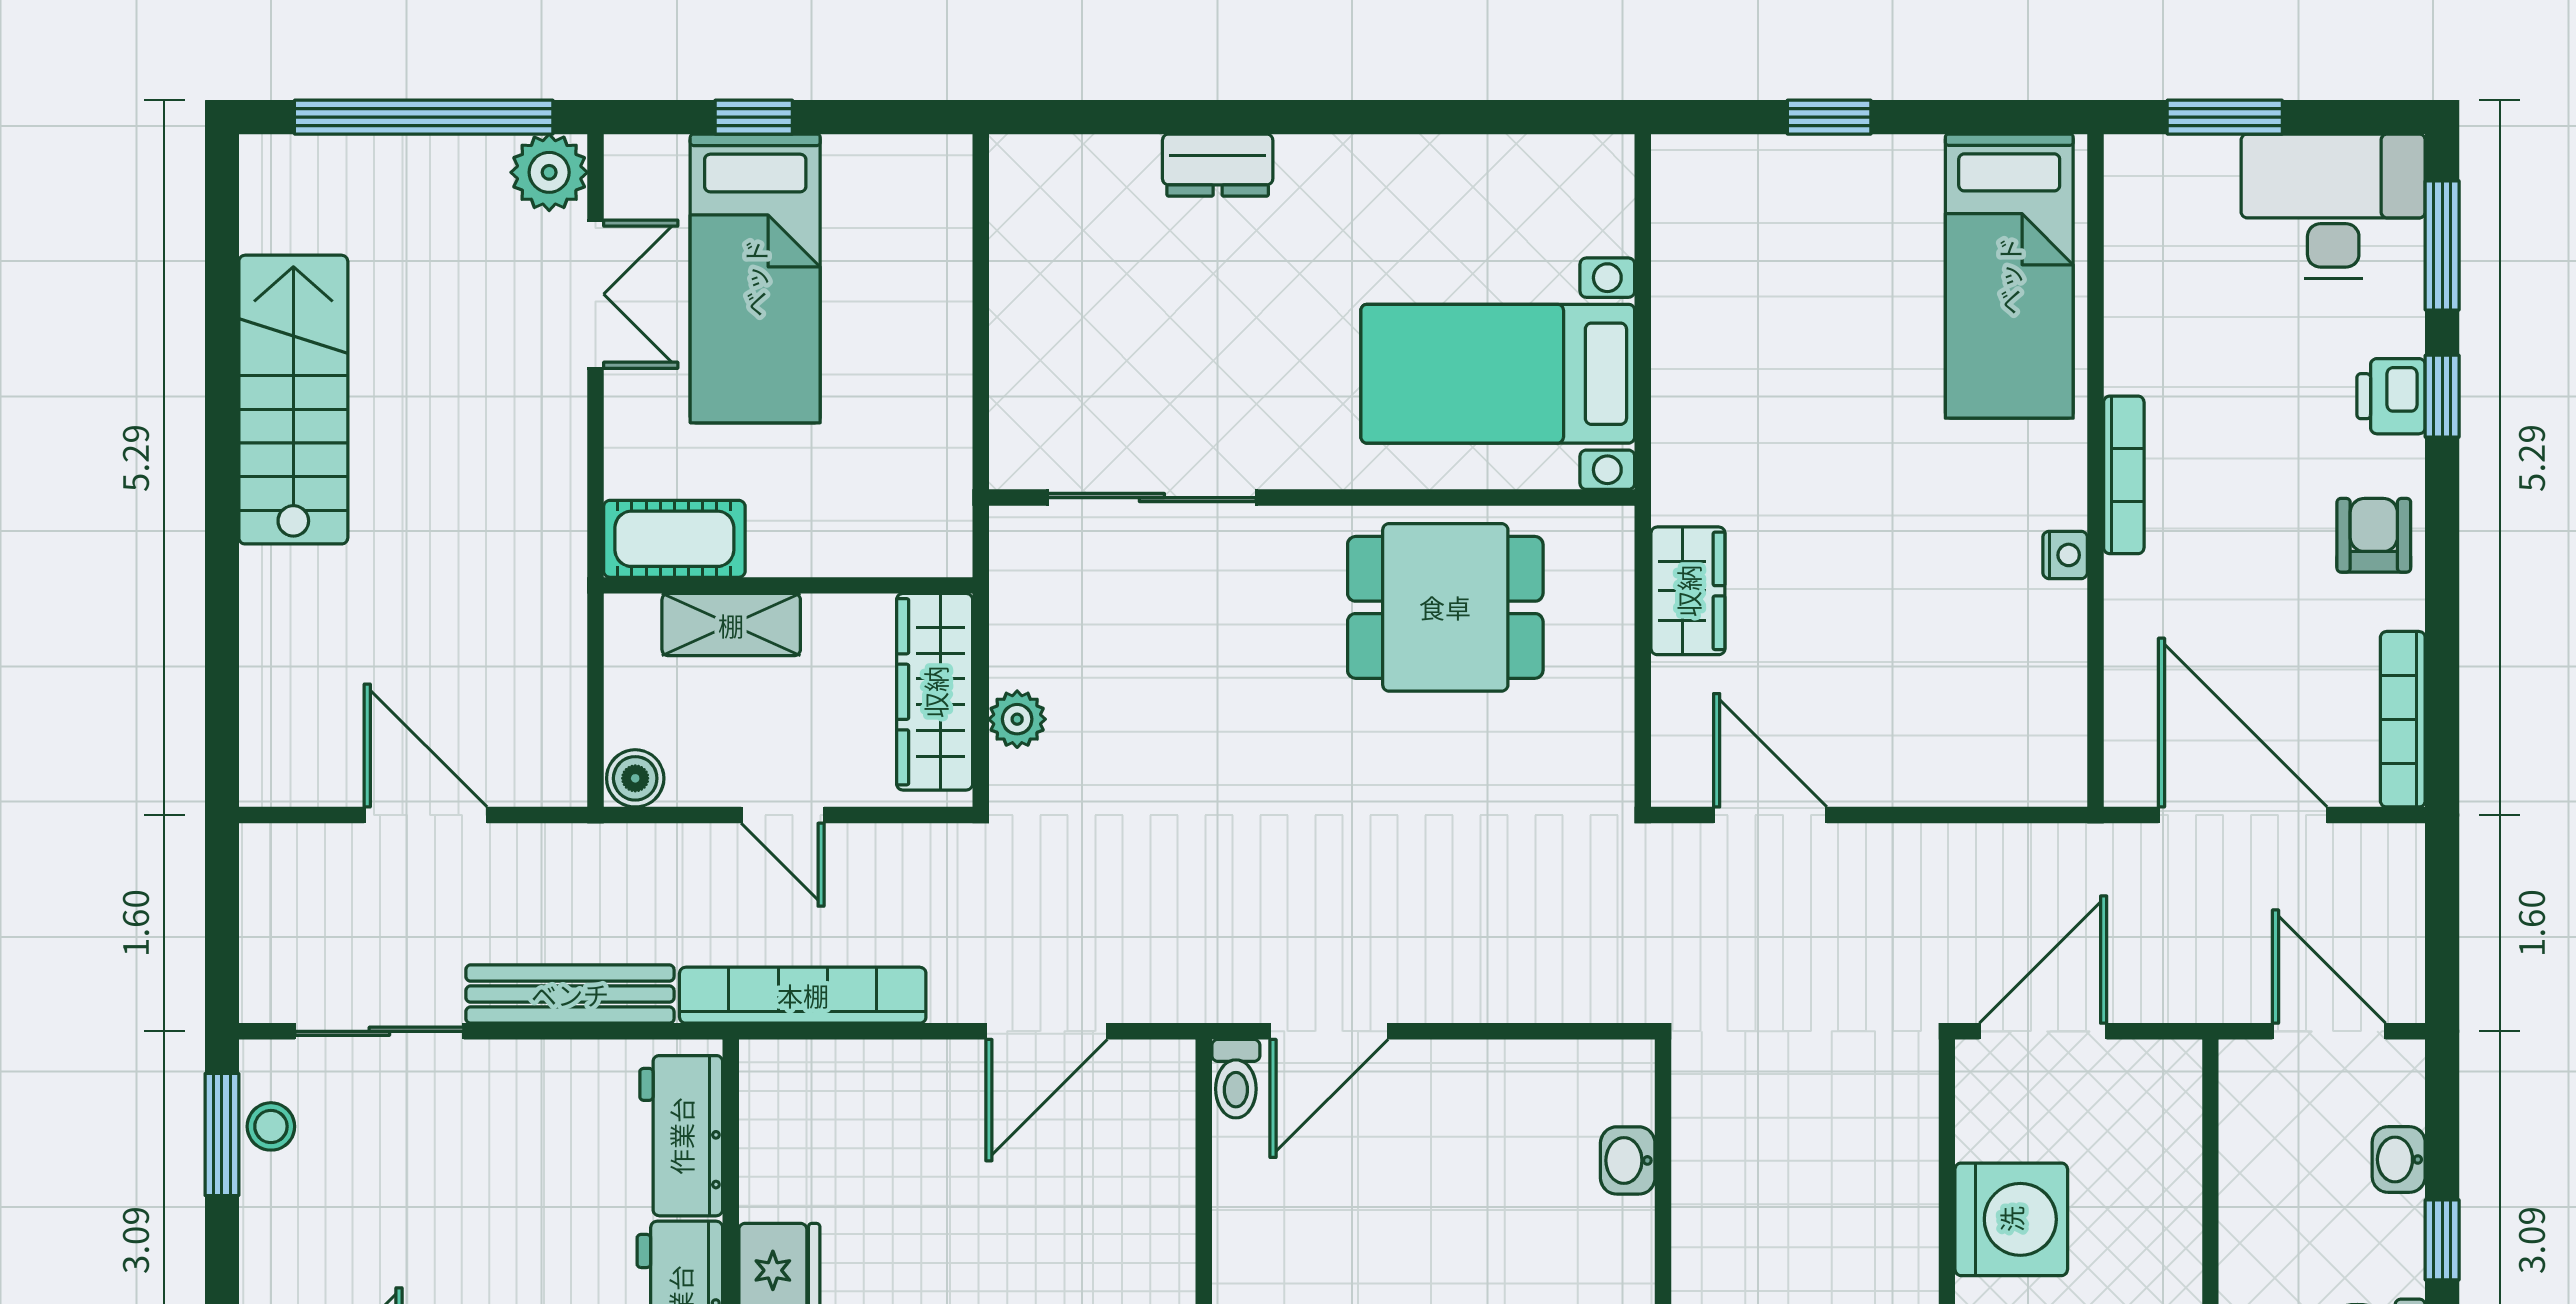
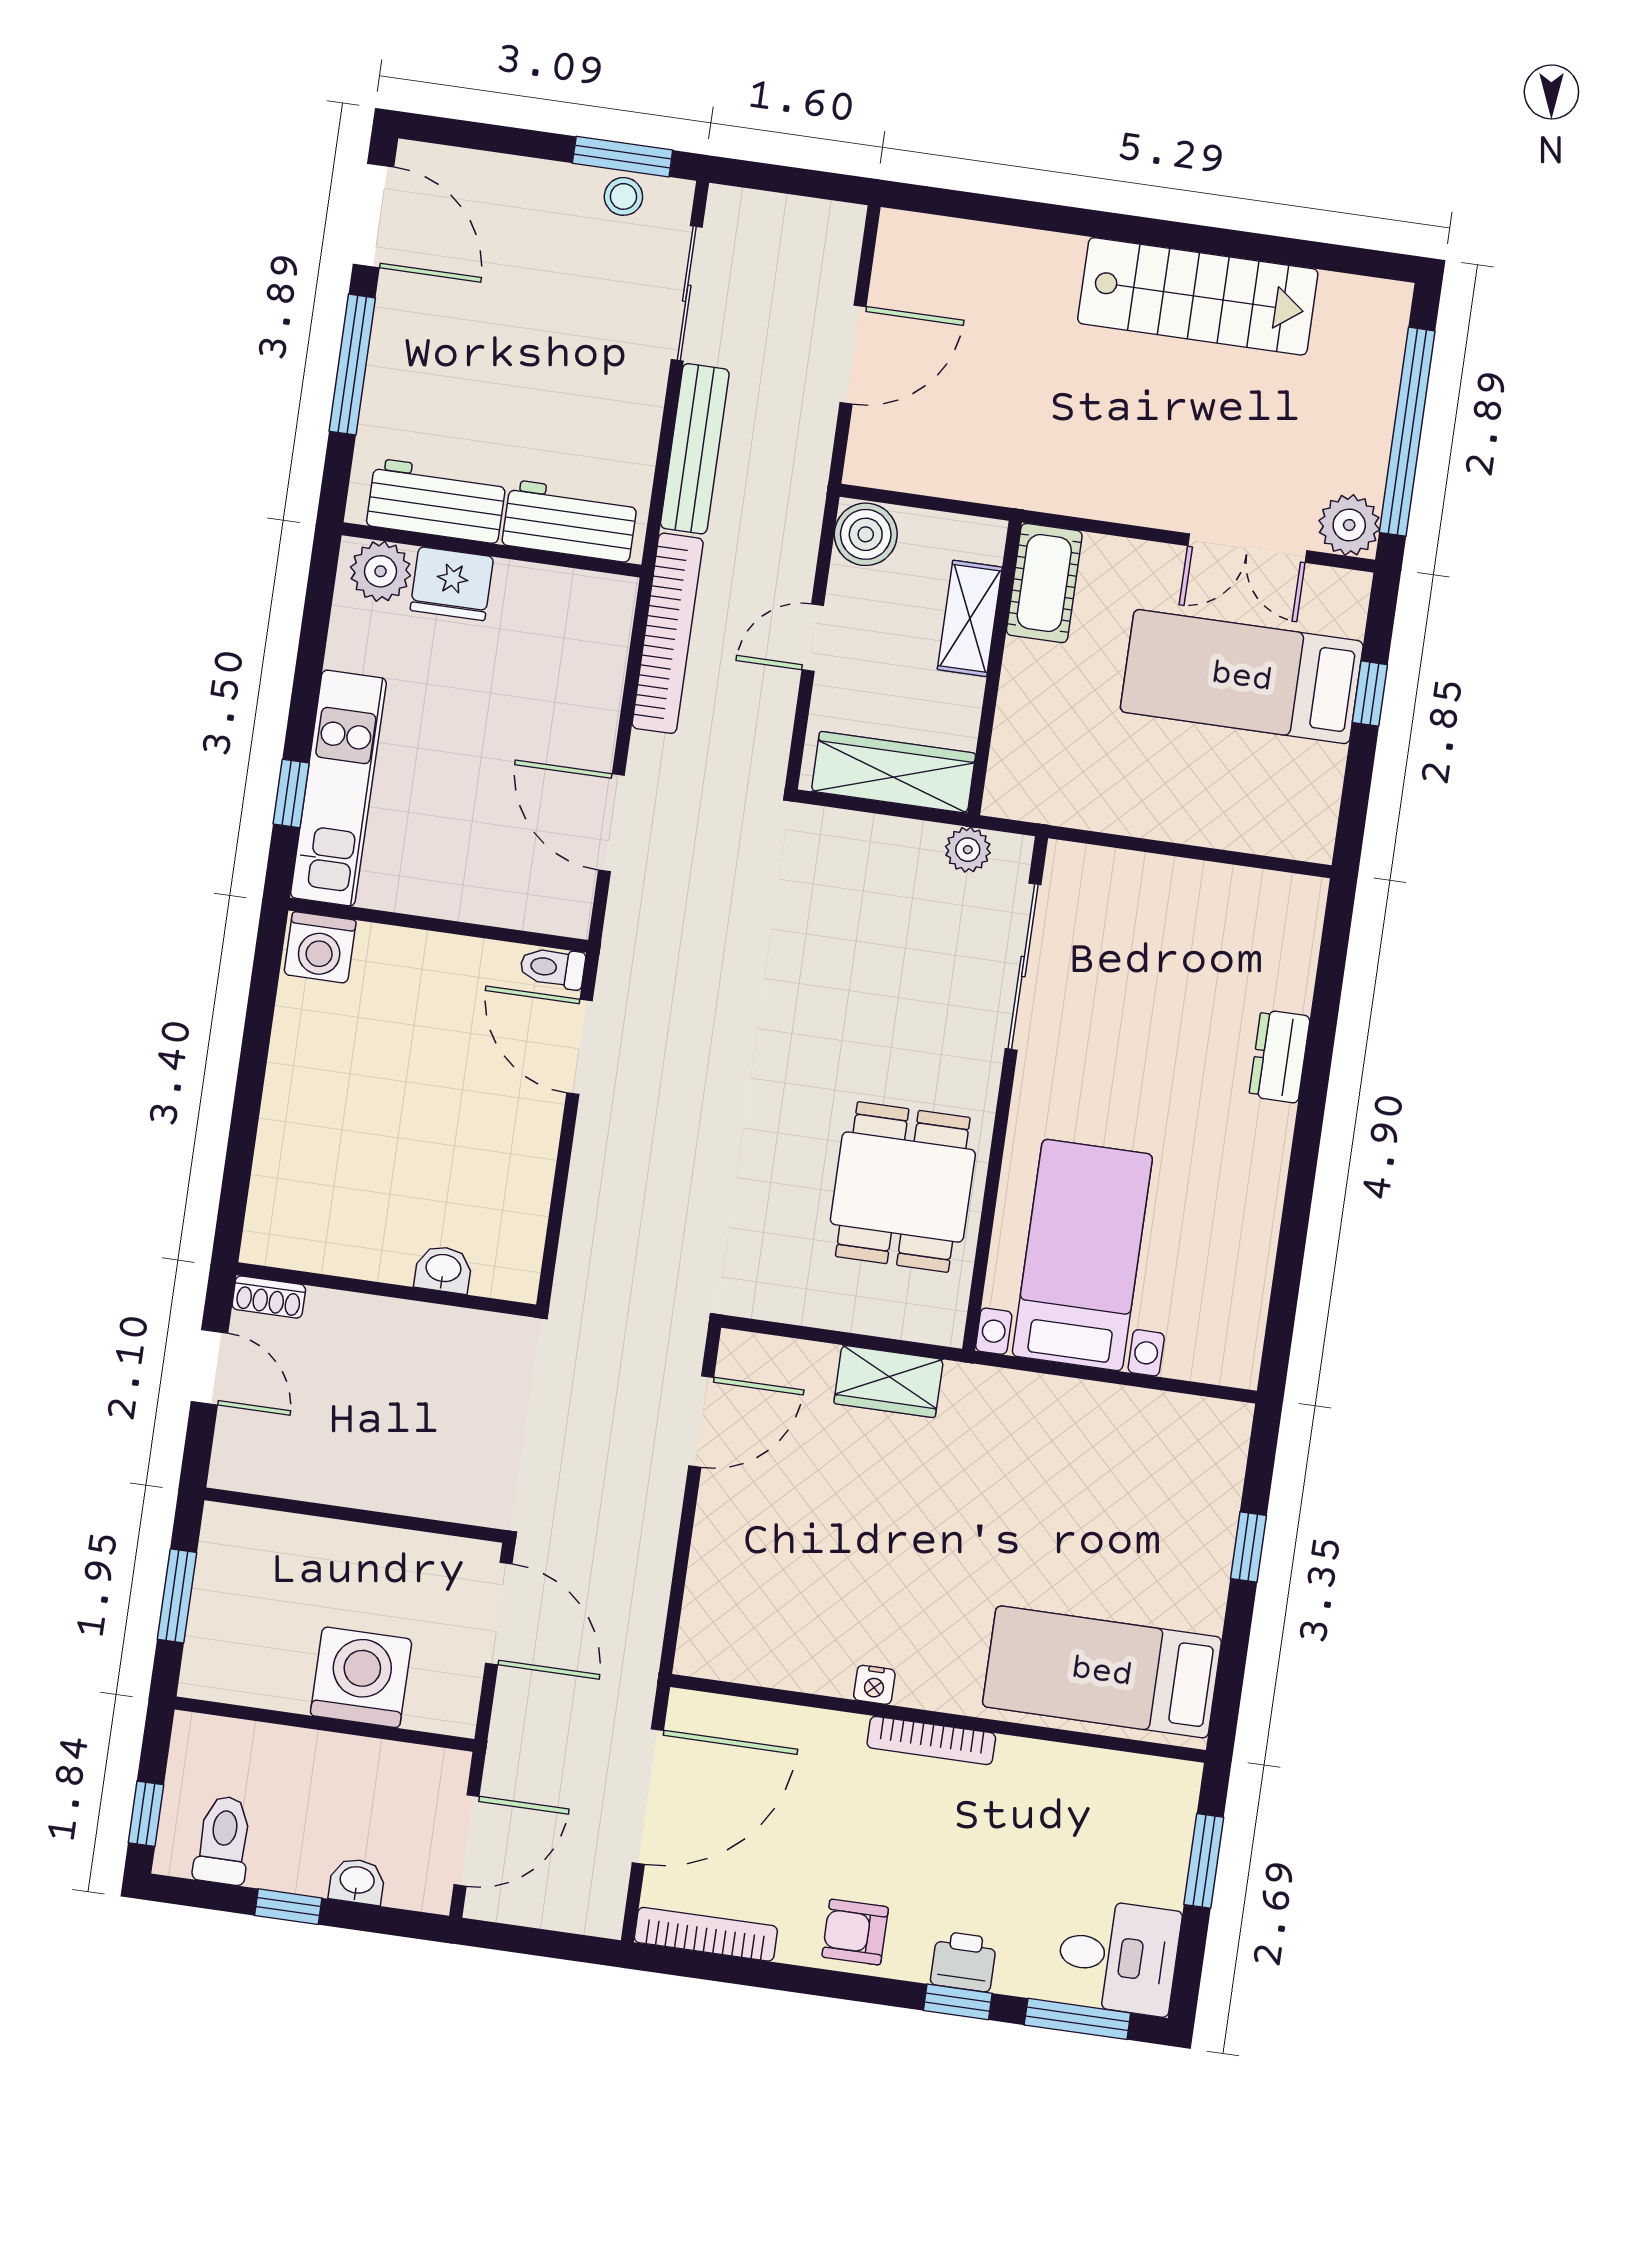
desk: (2333, 206) -> (1118, 1957), width x0.73
armchair: (2374, 535) -> (855, 1932), turned 180
plant: (1017, 719) -> (968, 850), moved
boiler: (635, 778) -> (866, 534), width x1.36, depth x1.36
washing machine: (2011, 1219) -> (361, 1677), moved, turned 180

